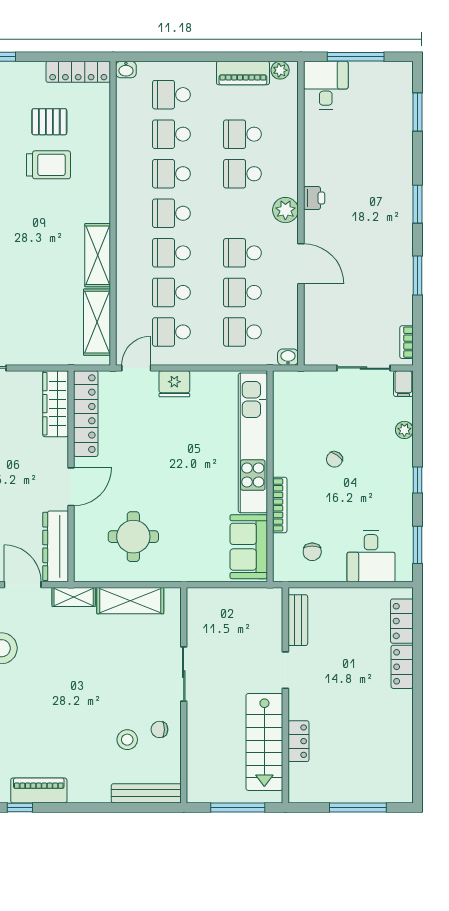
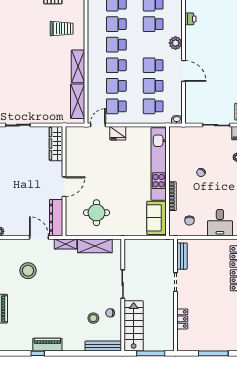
trolley: (48, 165) -> (62, 29), moved
printer: (314, 198) -> (190, 19), moved
locker: (86, 414) -> (72, 149), removed
stairs: (264, 742) -> (134, 326), moved, turned 180

